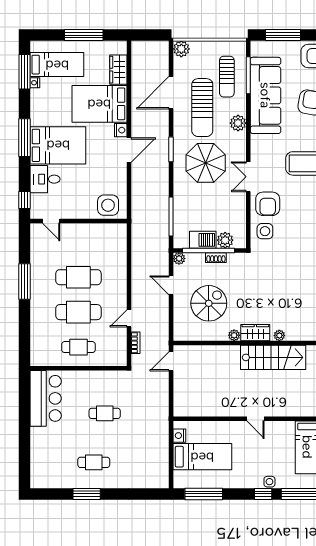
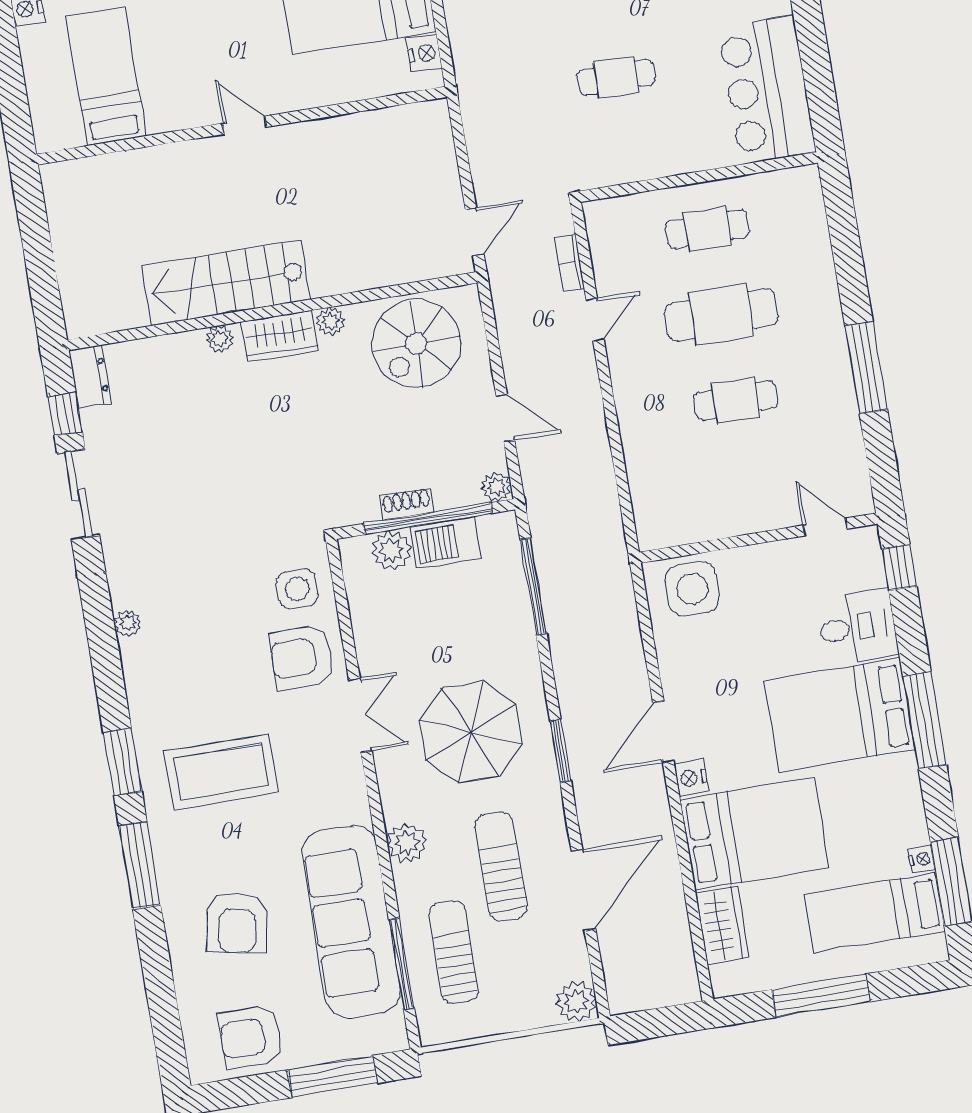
sun lounger: (202, 108) -> (501, 866), width x0.73, depth x0.75
armchair: (268, 204) -> (302, 657), turned -90
cafe table: (78, 277) -> (736, 400), width x0.73, depth x0.74
spiral stairs: (209, 303) -> (416, 343), moved

